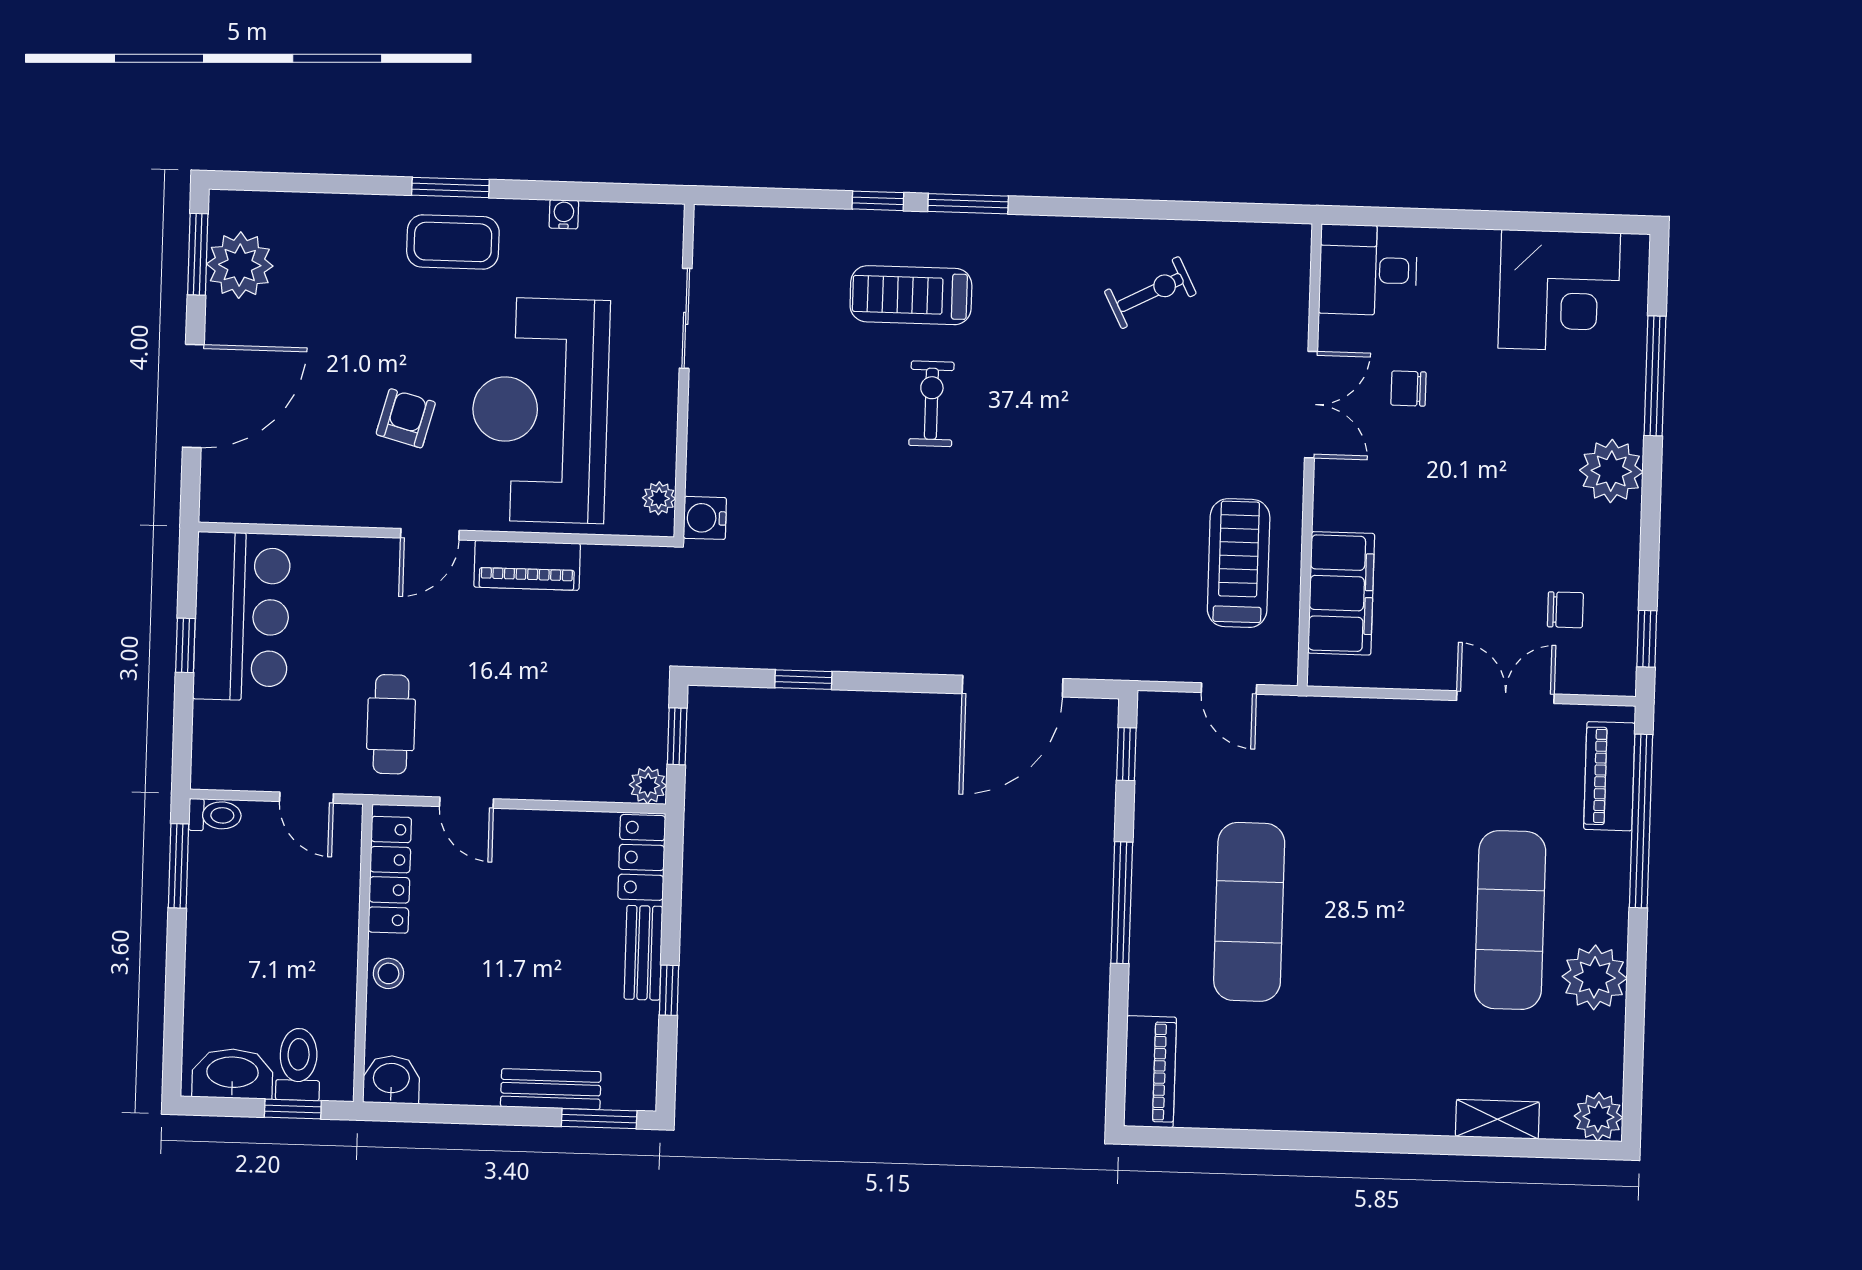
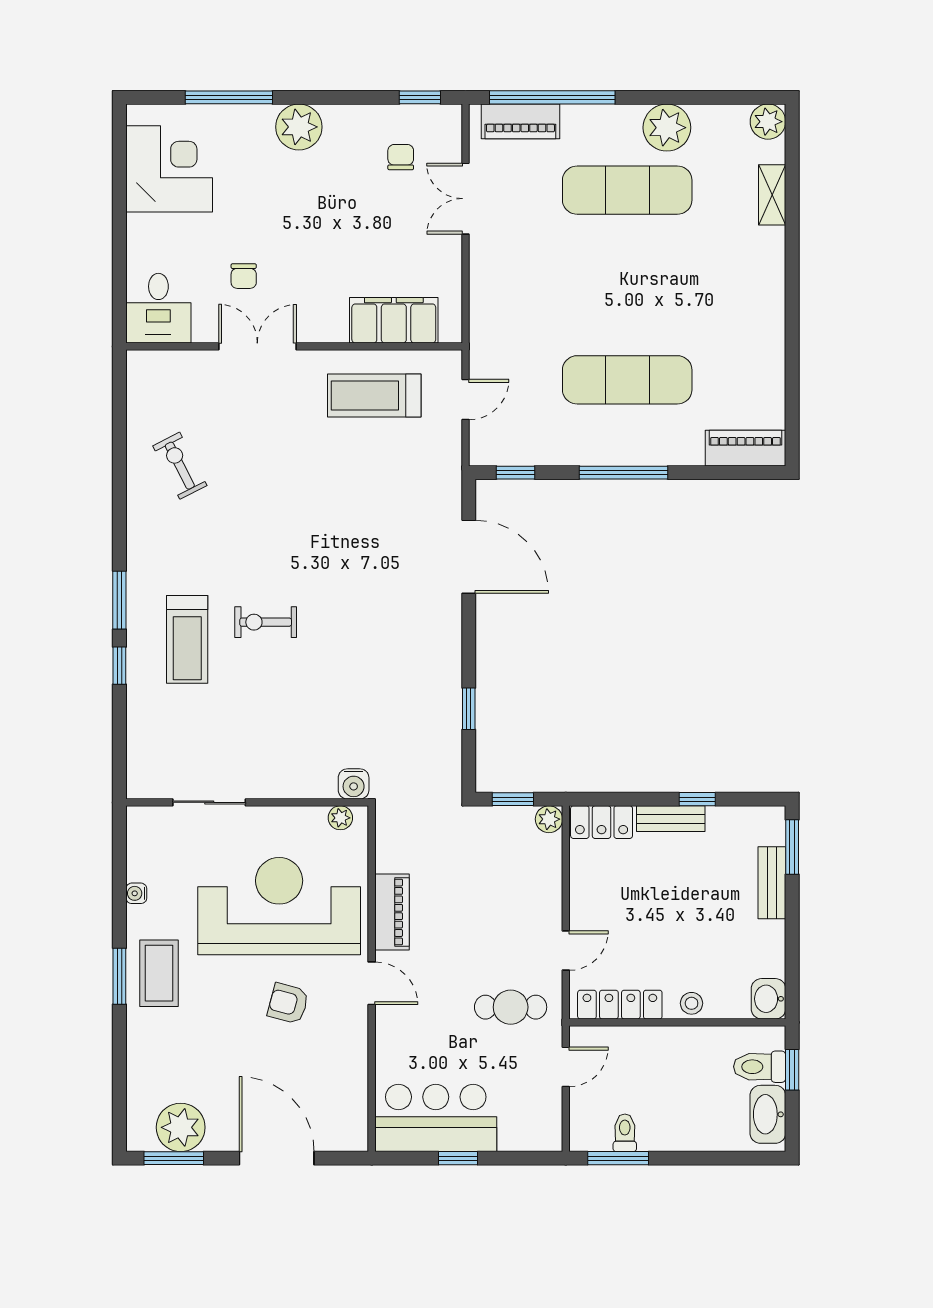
reception desk: (540, 410) -> (279, 906), turned 180
toilet: (215, 815) -> (625, 1133), moved

